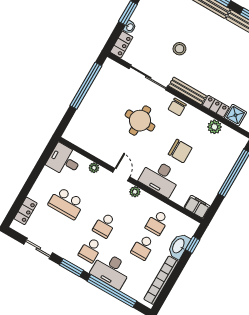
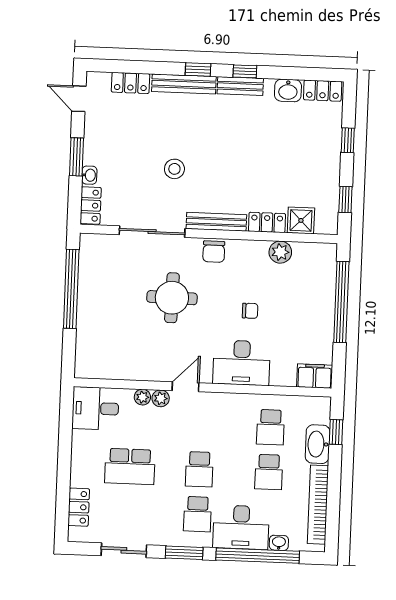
chair: (180, 151) -> (250, 311), width x0.54, depth x0.54
door: (121, 175) -> (186, 387), hinge flipped
plant: (135, 192) -> (161, 398), moved
washbasin: (128, 290) -> (279, 543), added

